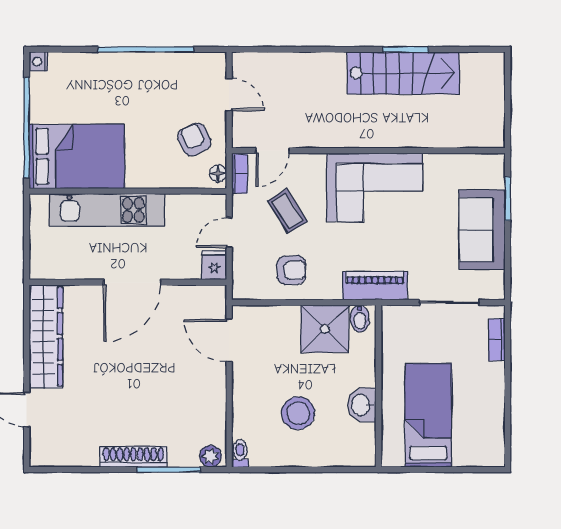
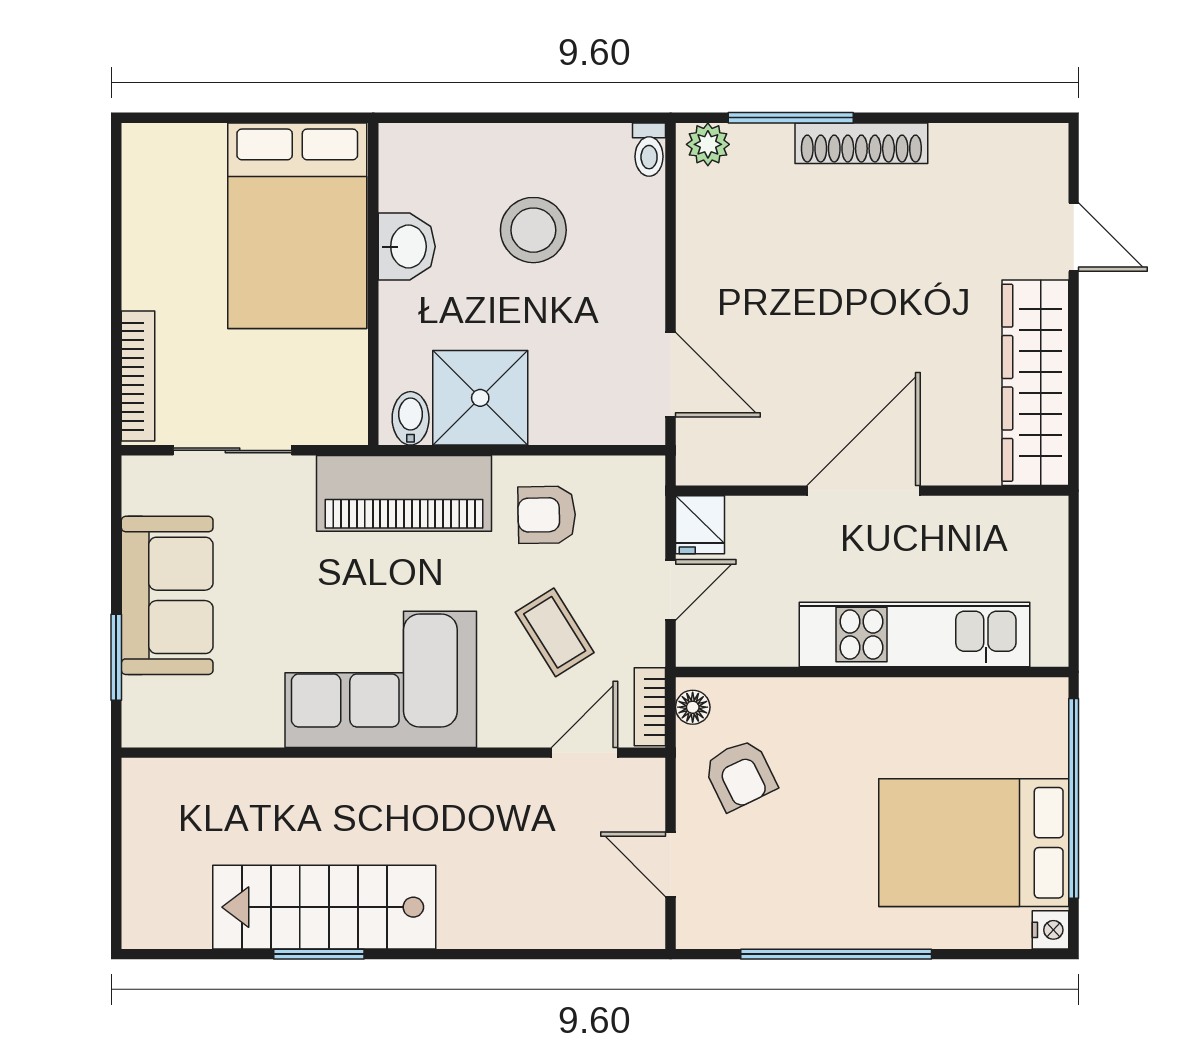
bed: (77, 156) -> (974, 843), moved
piano: (375, 286) -> (404, 493), width x1.37, depth x1.33
bookcase: (497, 340) -> (138, 376), width x1.56
bed: (428, 415) -> (297, 226), width x1.50

